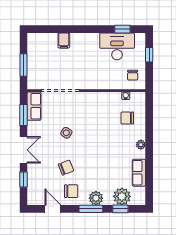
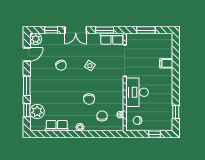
desk: (117, 46) -> (137, 92), moved, turned 180
chair: (71, 191) -> (89, 99), moved
plant: (96, 198) -> (36, 39), moved

